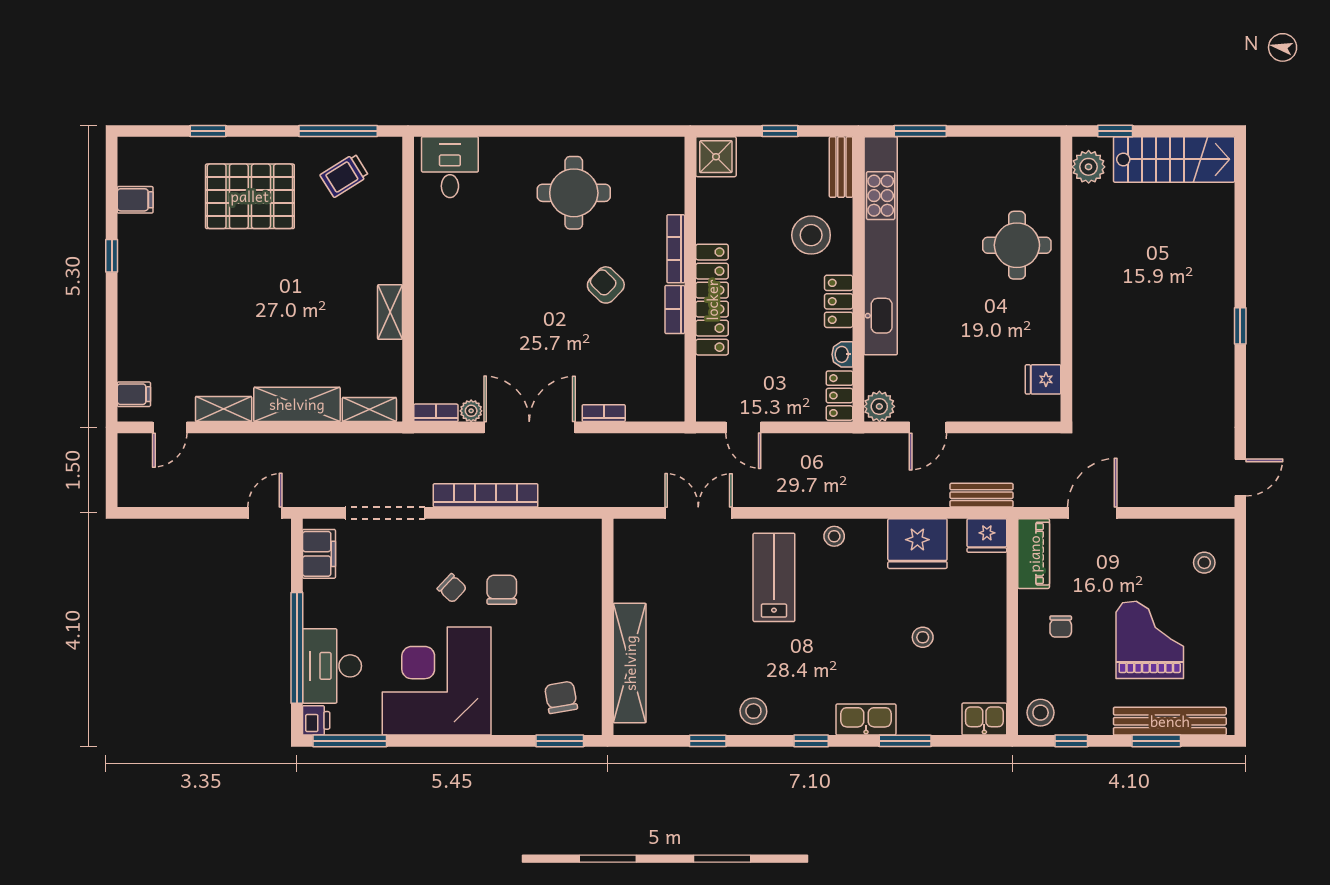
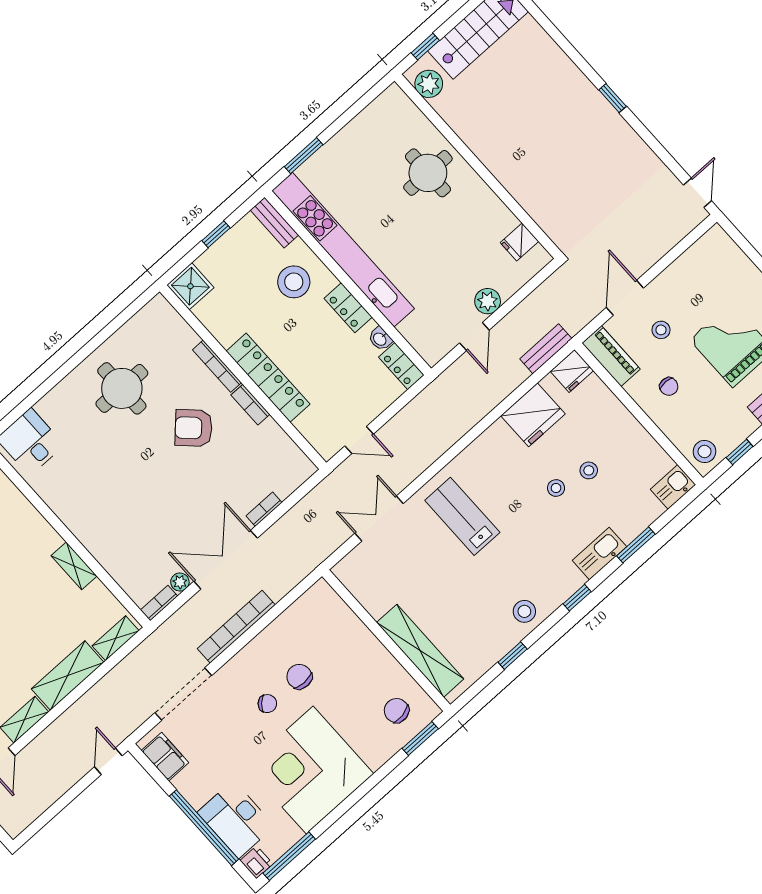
armchair: (606, 285) -> (194, 428), width x1.38, depth x1.38
plant: (879, 406) -> (488, 301), moved
stool: (834, 536) -> (556, 488), moved
stool: (1204, 563) -> (661, 330), moved

